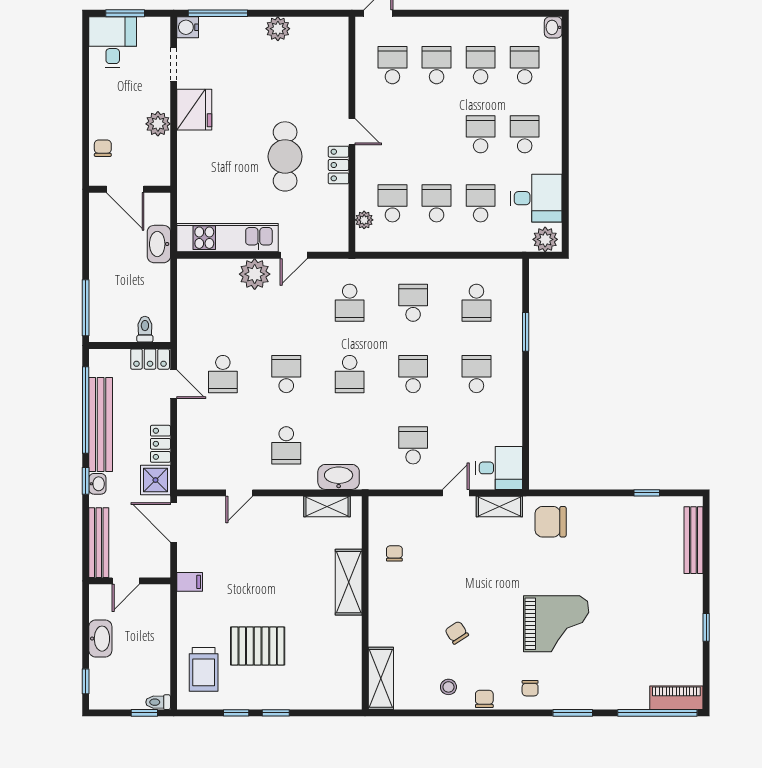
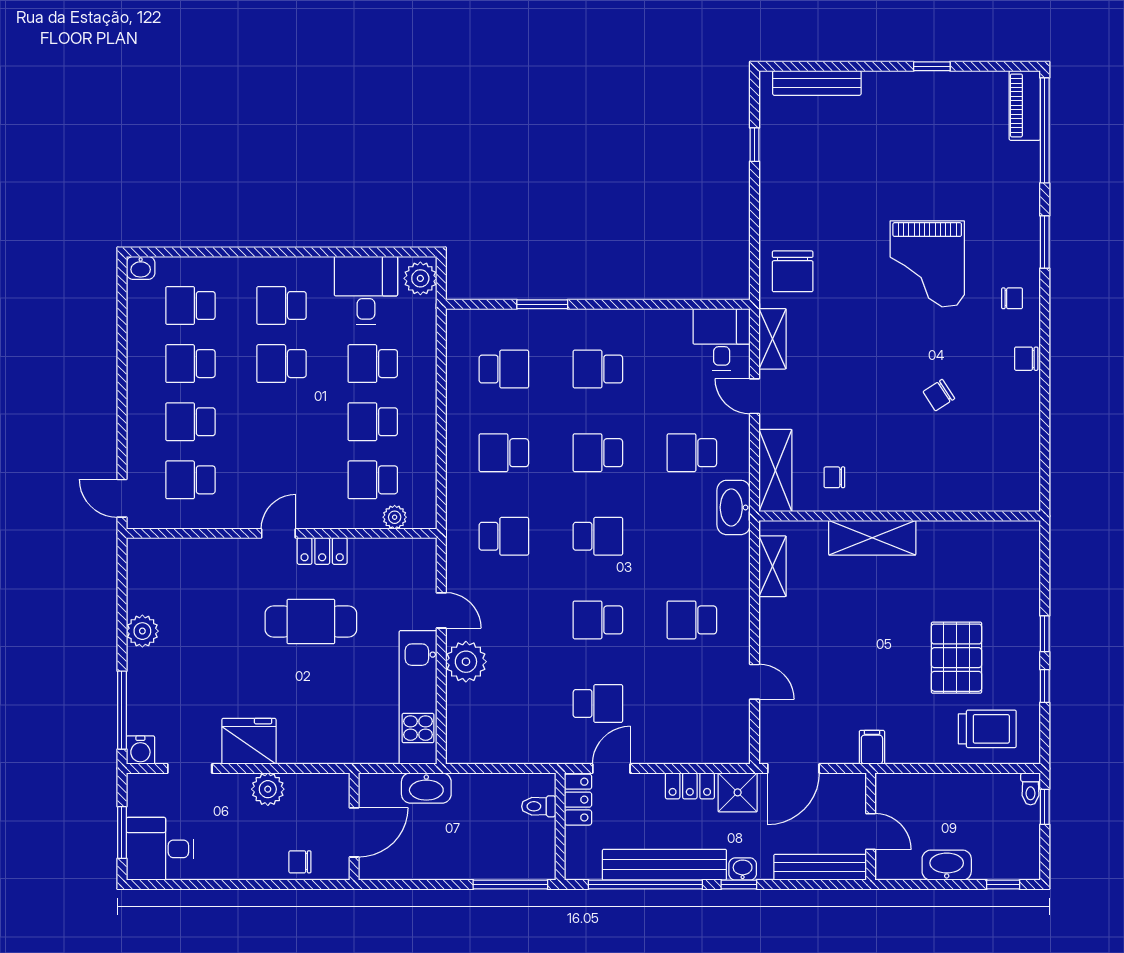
school desk: (286, 445) -> (692, 620), turned 180
washbasin: (339, 477) -> (734, 507), moved
grand piano: (556, 624) -> (927, 264), turned 180
shelving: (381, 678) -> (775, 470), moved, turned 90
stool: (448, 687) -> (1010, 406), removed

